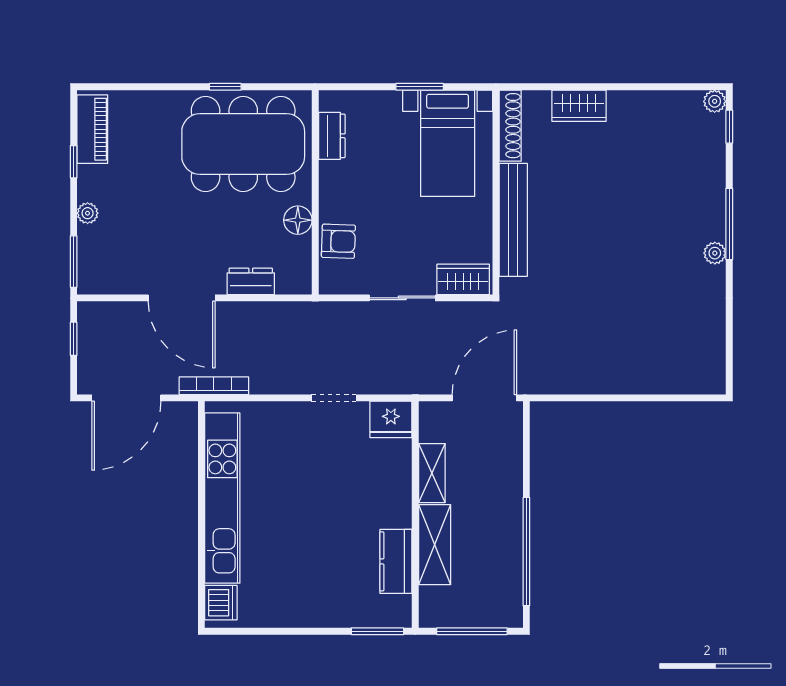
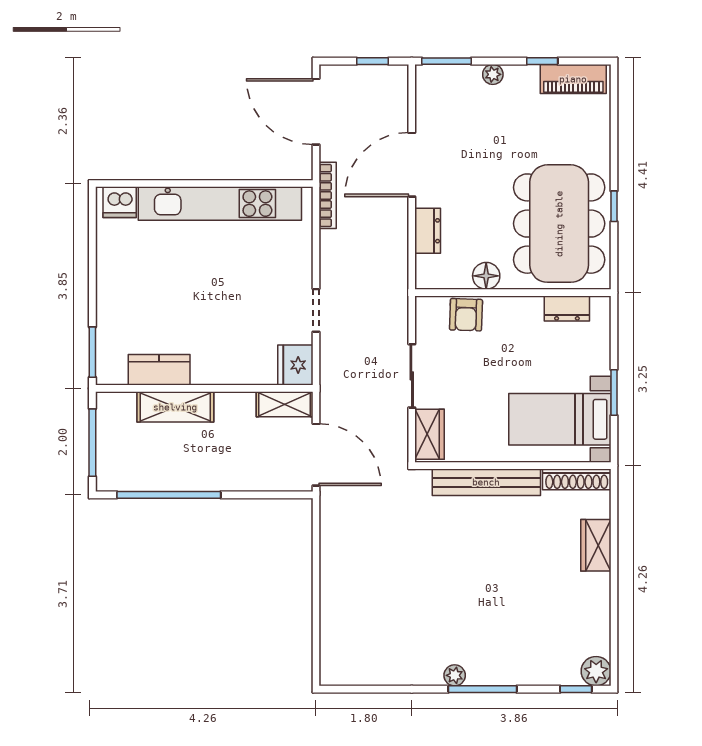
plant: (715, 101) -> (596, 671), width x1.38, depth x1.38
shelving: (432, 473) -> (285, 404), moved

